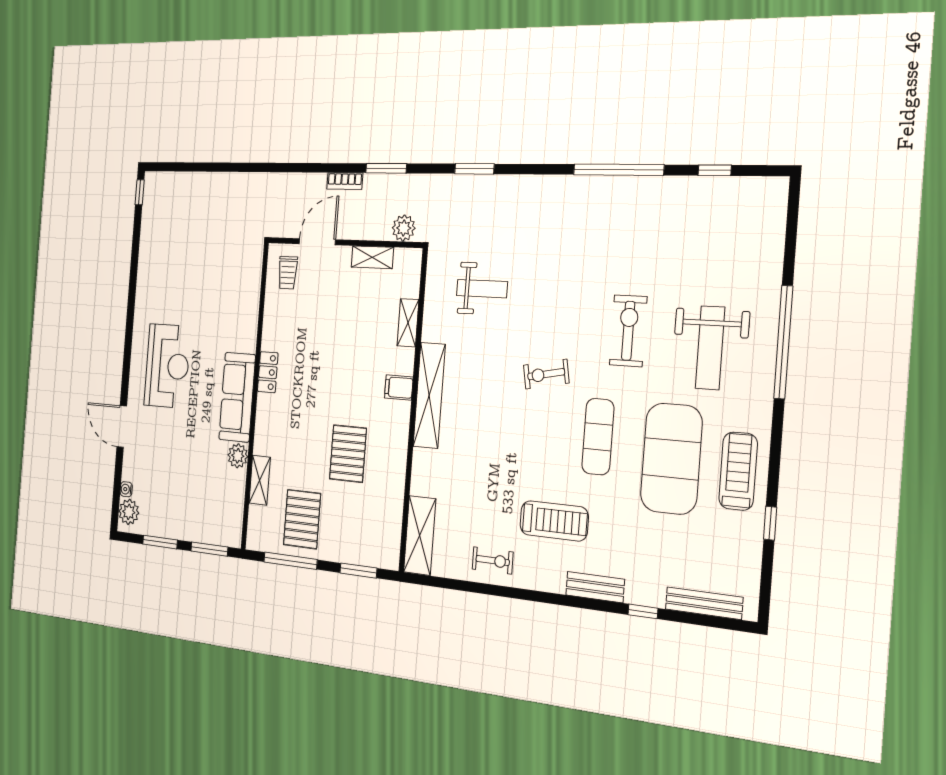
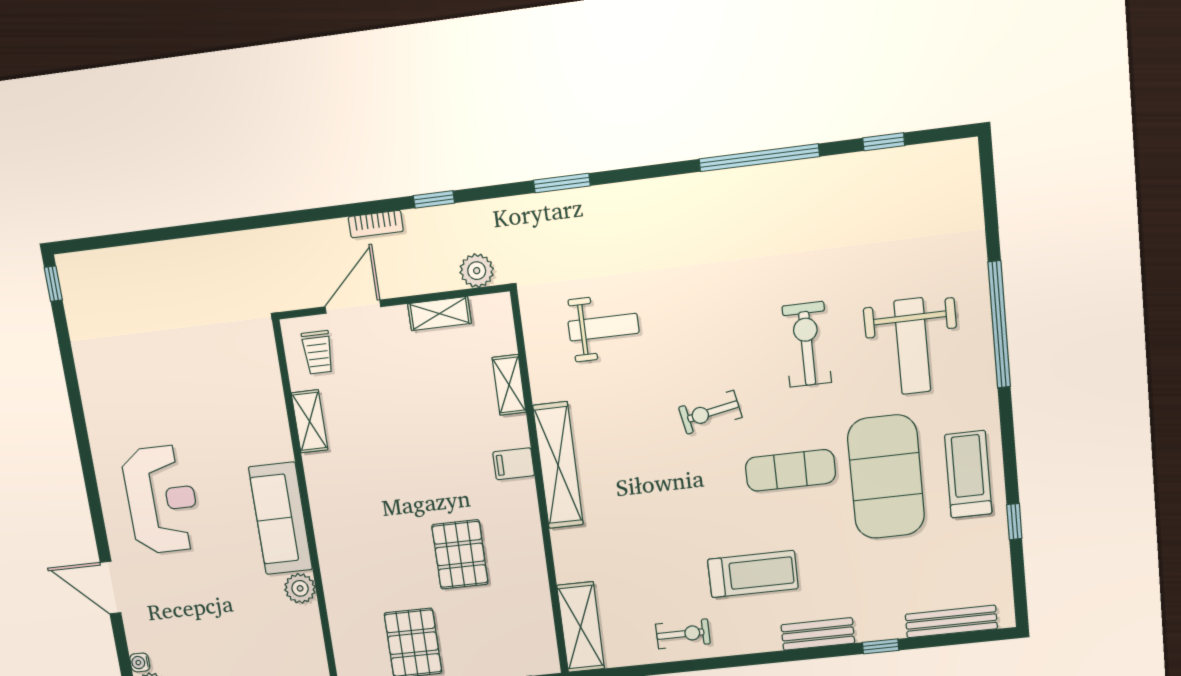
window: (386, 168) -> (434, 199), width x0.67
locker: (268, 372) -> (319, 480), removed
exercise mat: (598, 437) -> (790, 470), turned 90
shelving: (260, 480) -> (310, 421), moved

